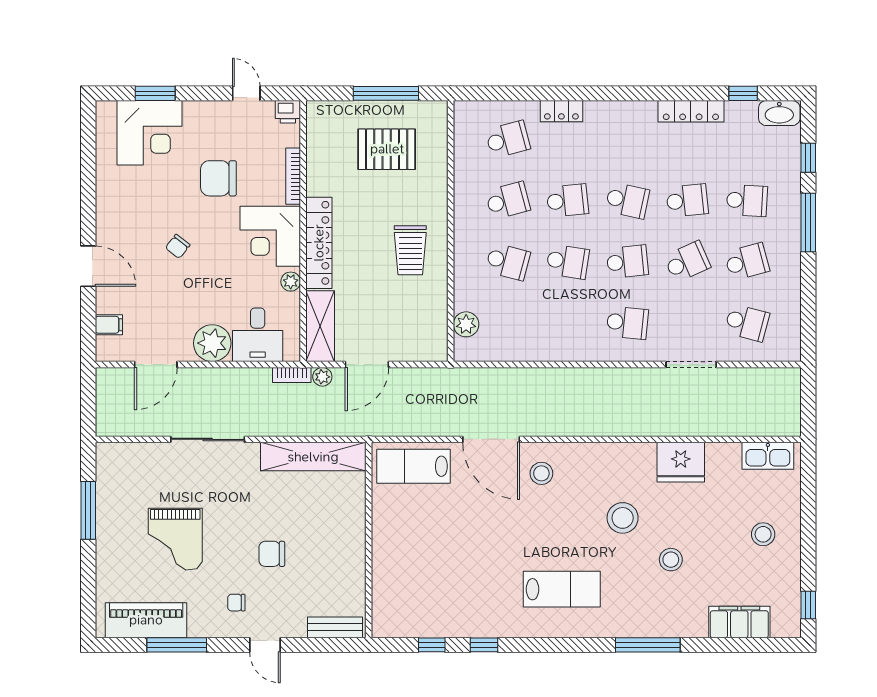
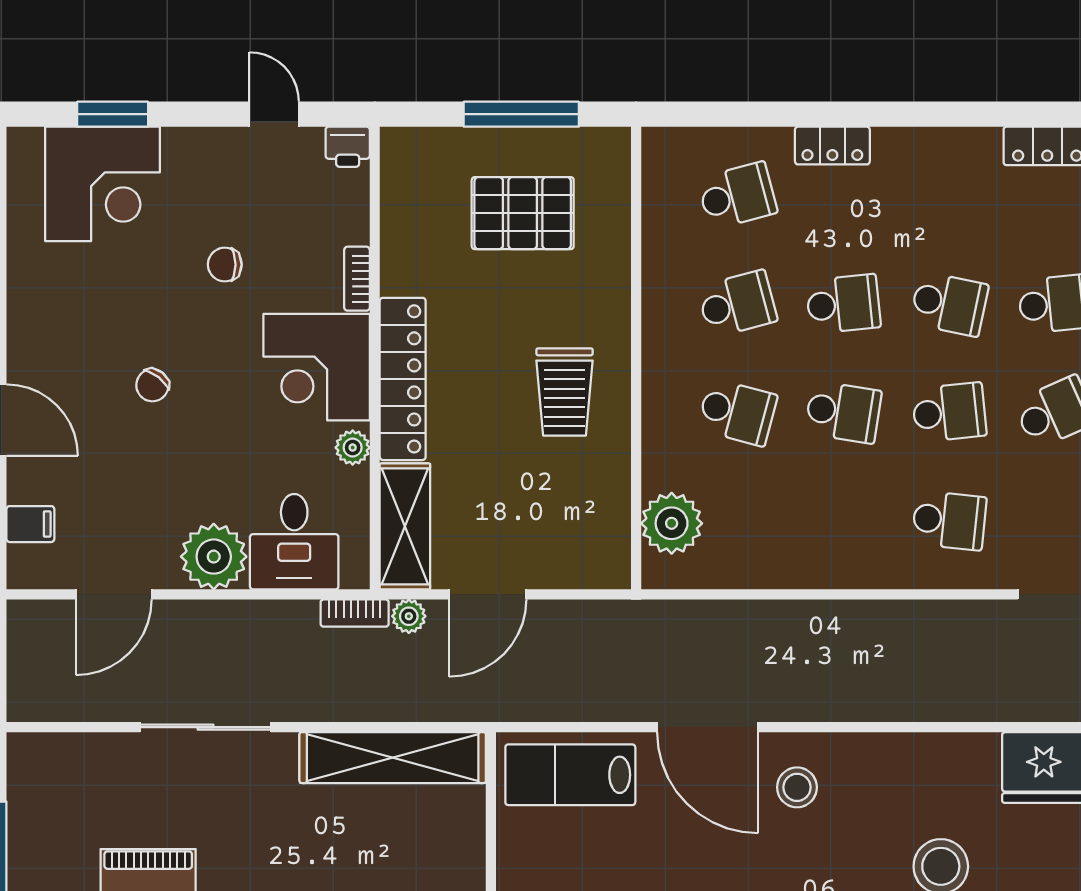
bookcase: (293, 176) -> (357, 279), width x0.64
chair: (218, 178) -> (225, 265), width x0.54, depth x0.54
plant: (466, 324) -> (672, 523), width x1.36, depth x1.36

